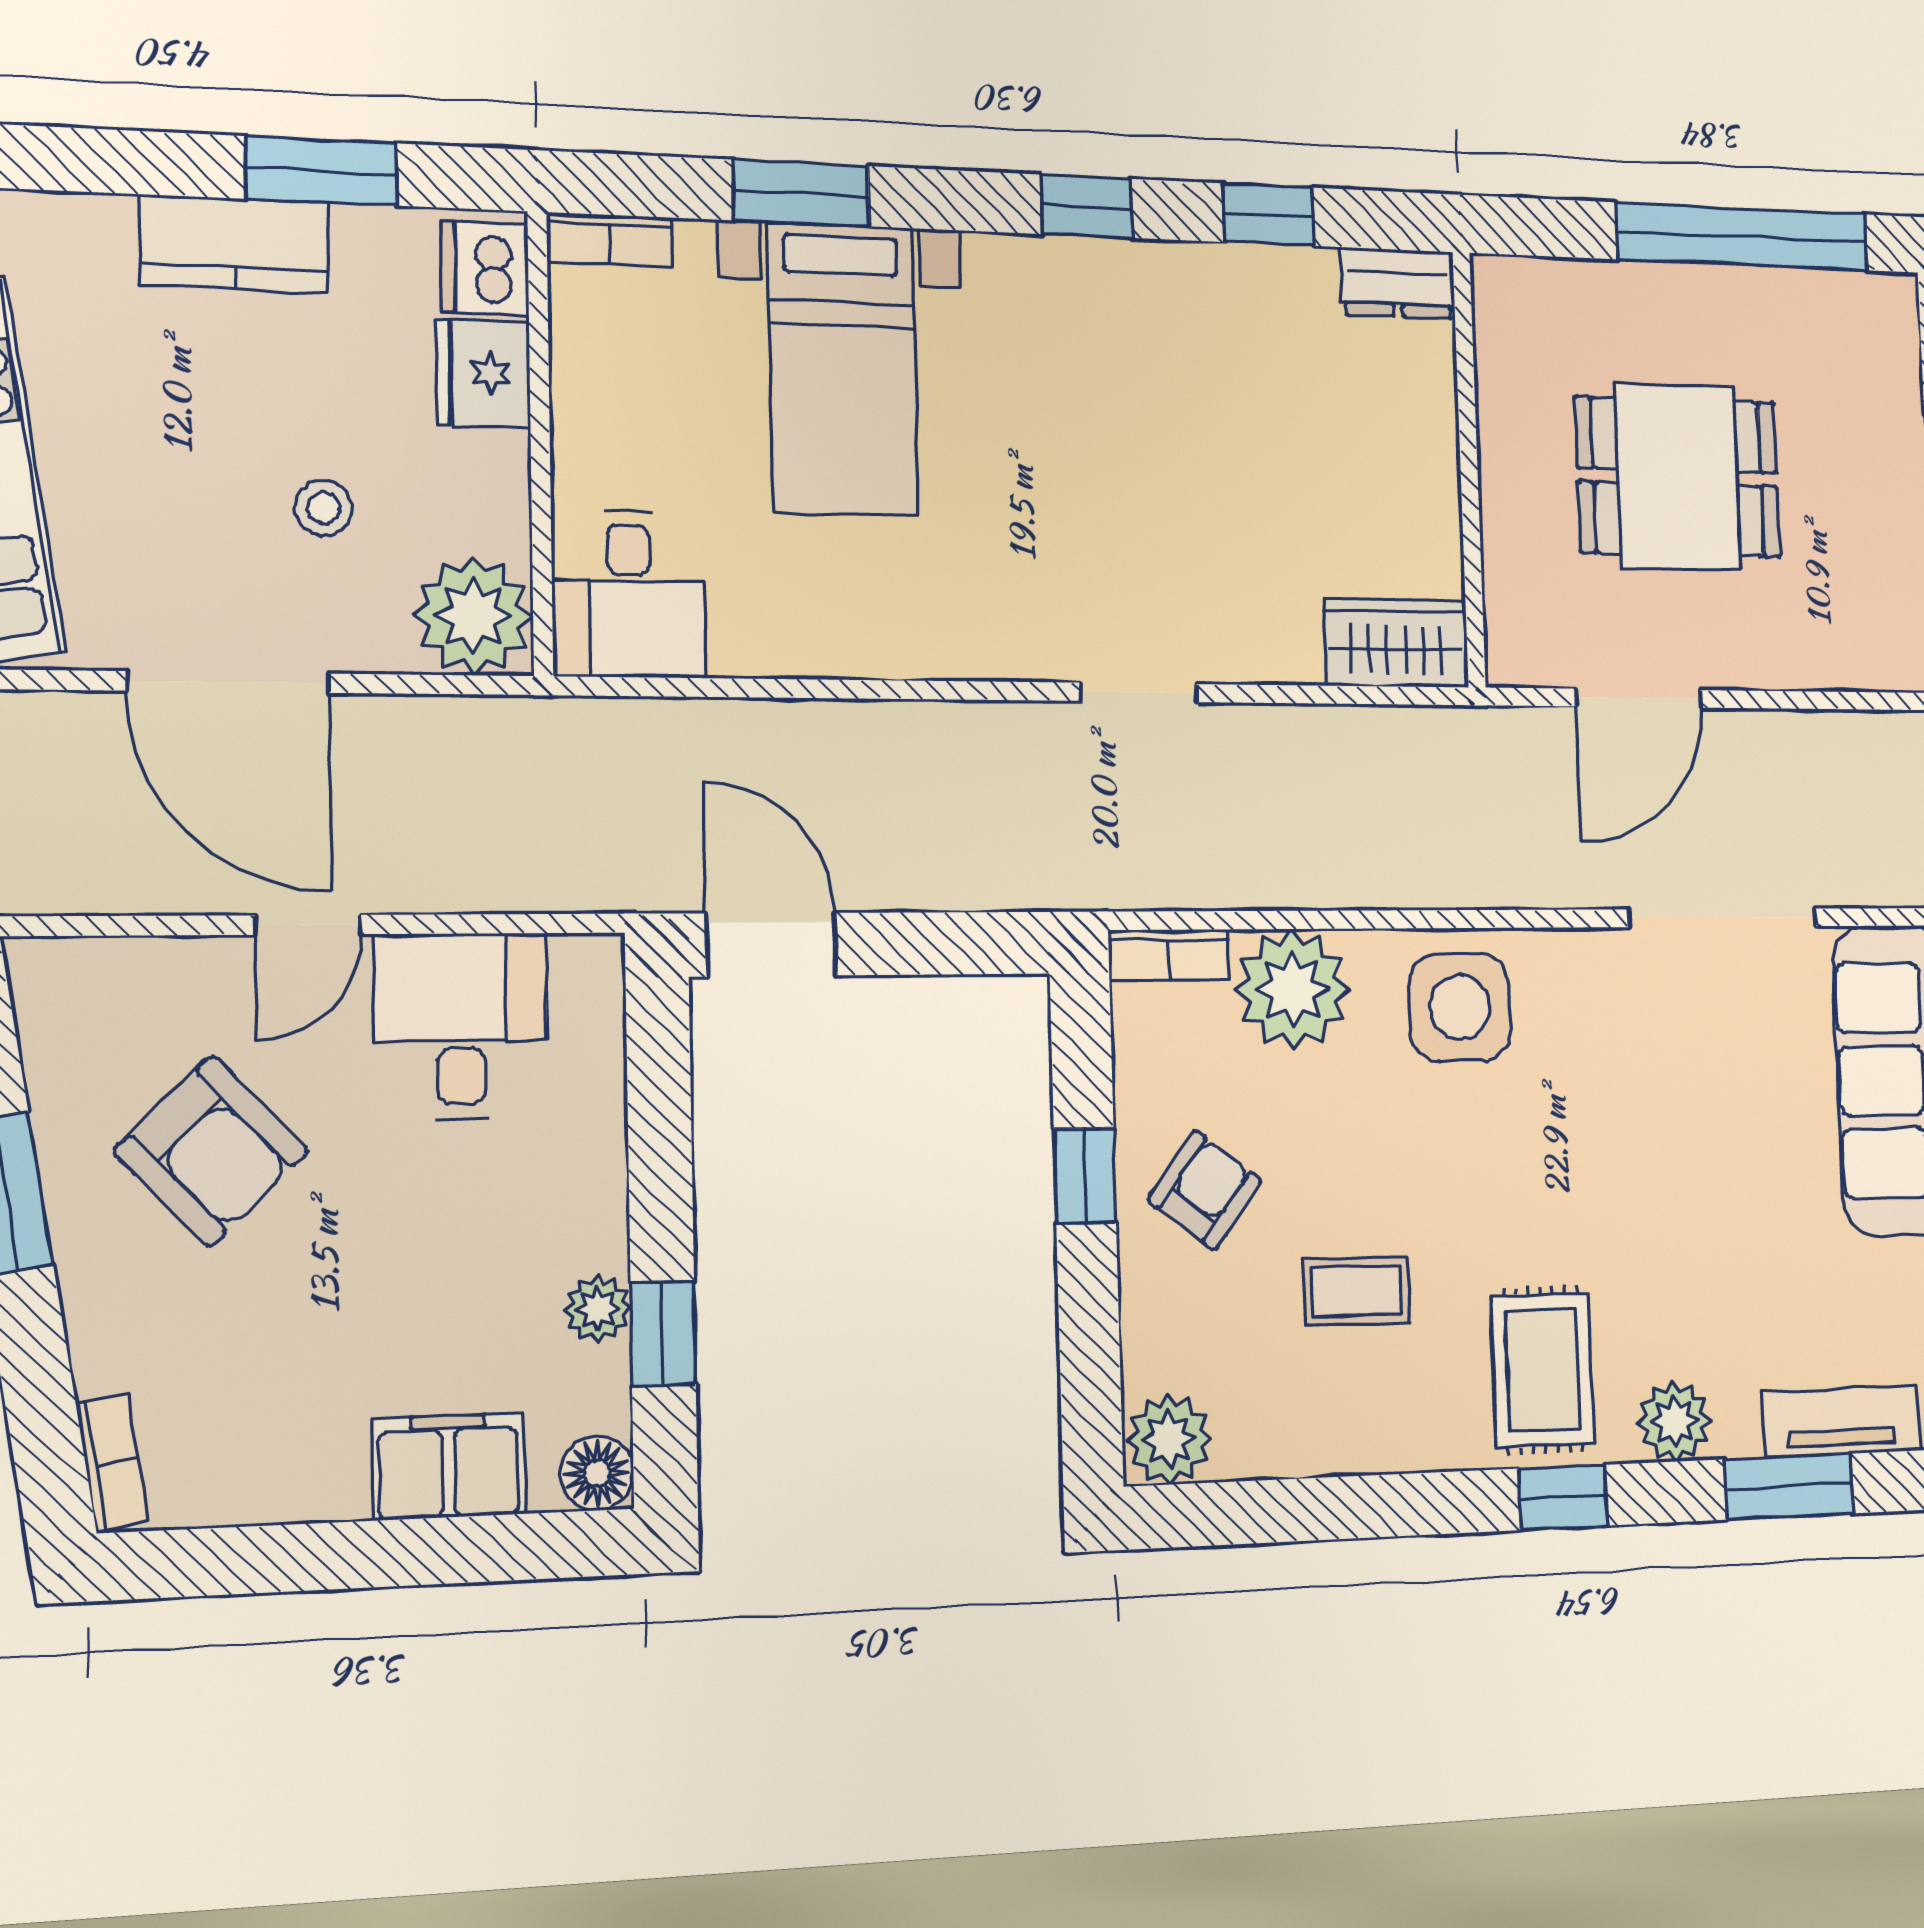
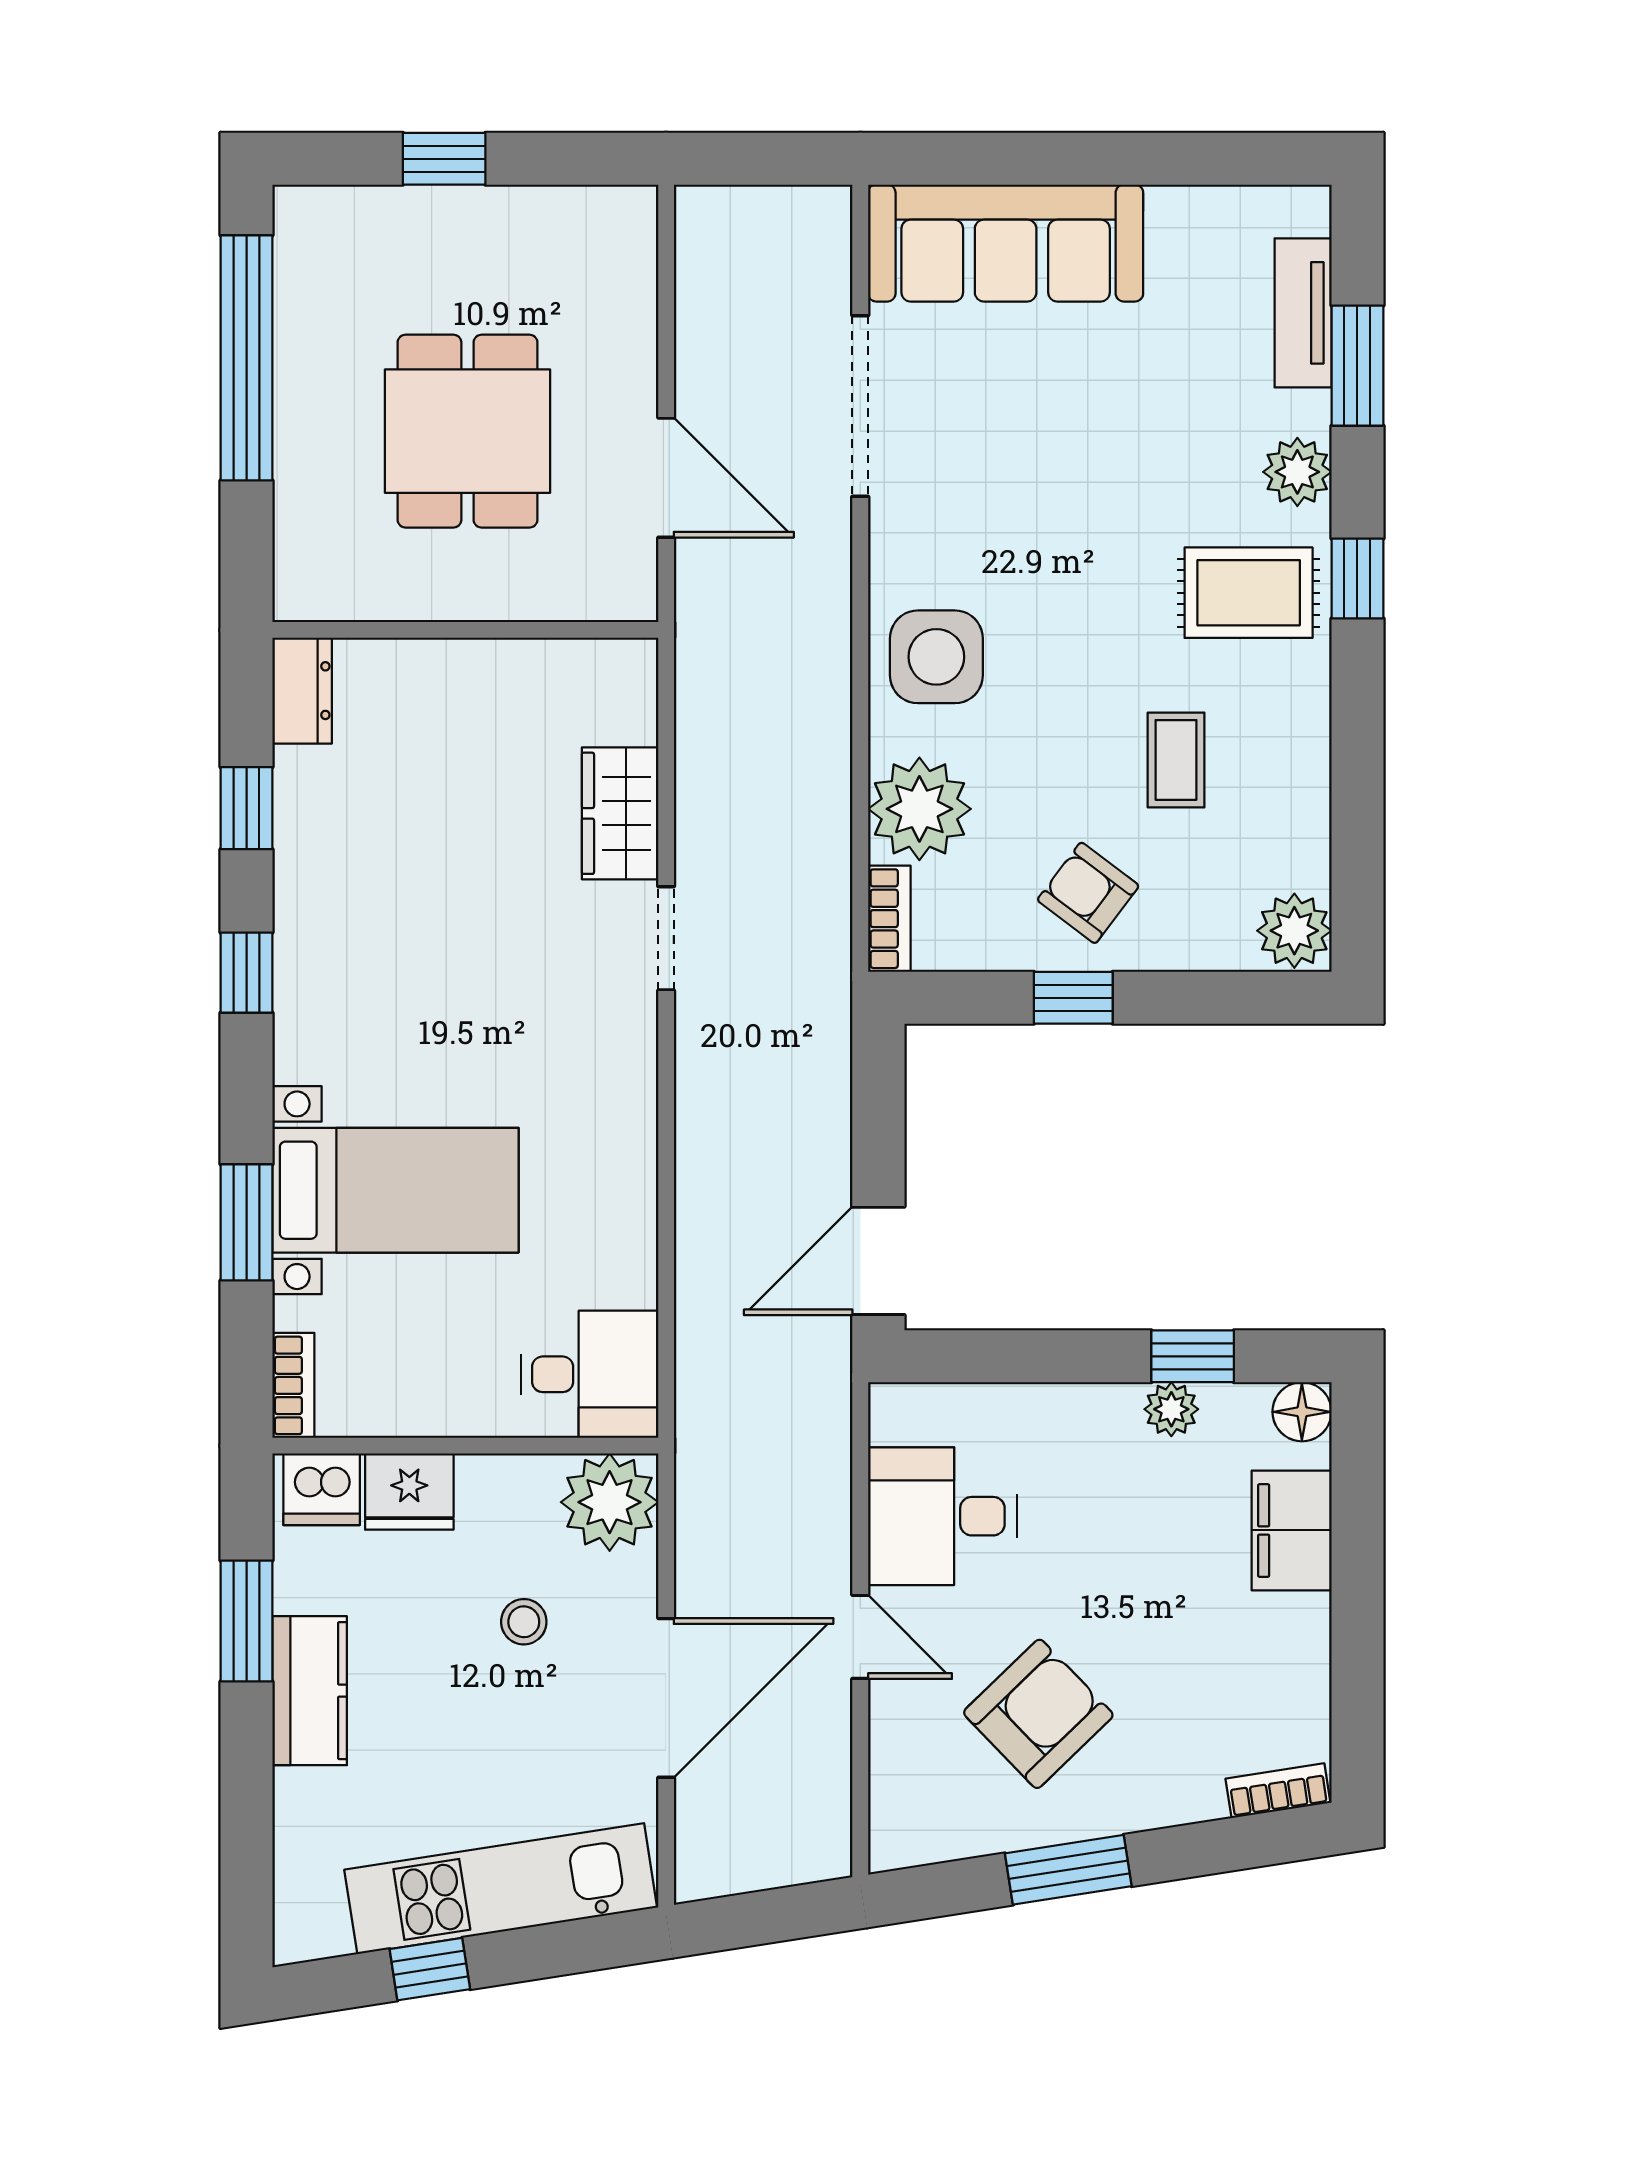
wardrobe: (1396, 643) -> (620, 813), moved

